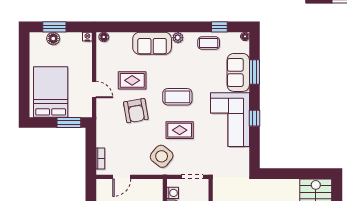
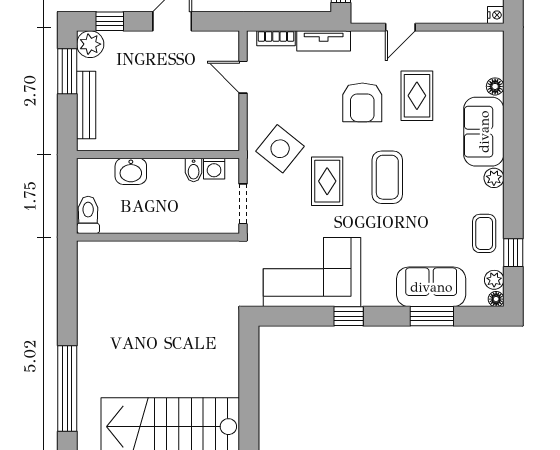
floor lamp: (104, 37) -> (495, 86), moved
plant: (234, 37) -> (494, 280), added
armchair: (136, 111) -> (362, 102), turned -80
corner sofa: (230, 120) -> (312, 272), moved
tv unit: (102, 132) -> (324, 41), added

